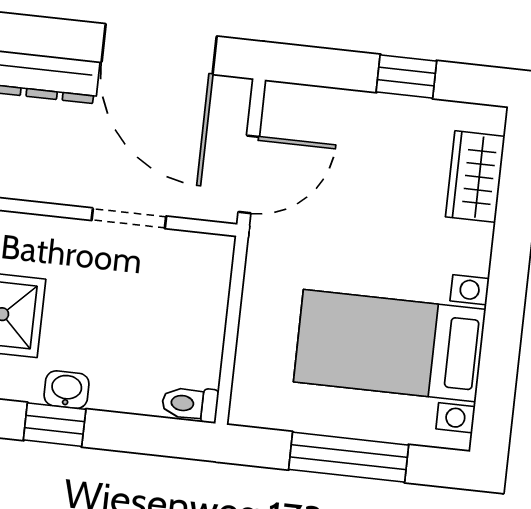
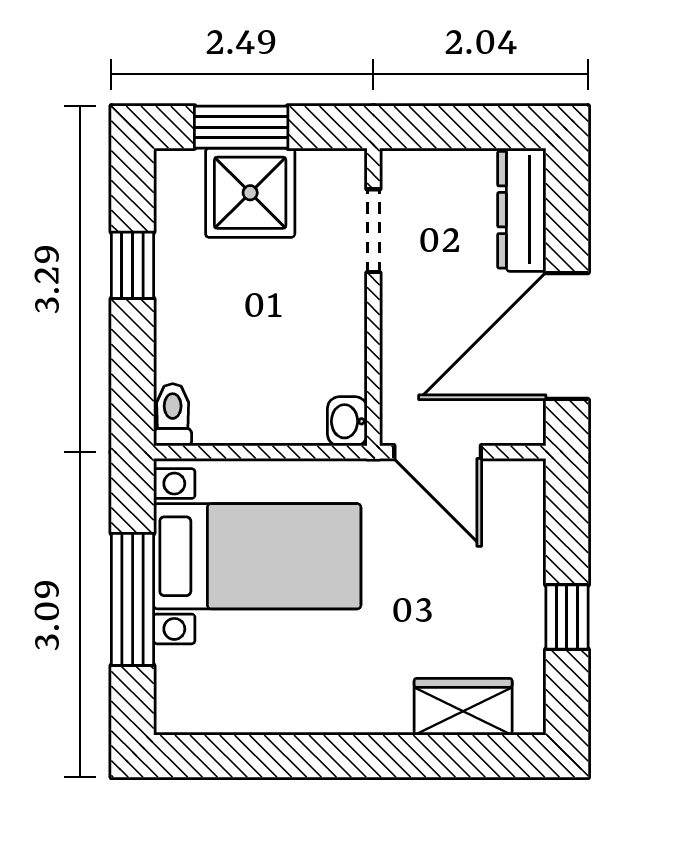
doorway: (129, 218) -> (373, 231), moved
bed with nightstands: (390, 346) -> (257, 556), moved, turned 90
washbasin: (67, 390) -> (347, 421), moved, turned 180

